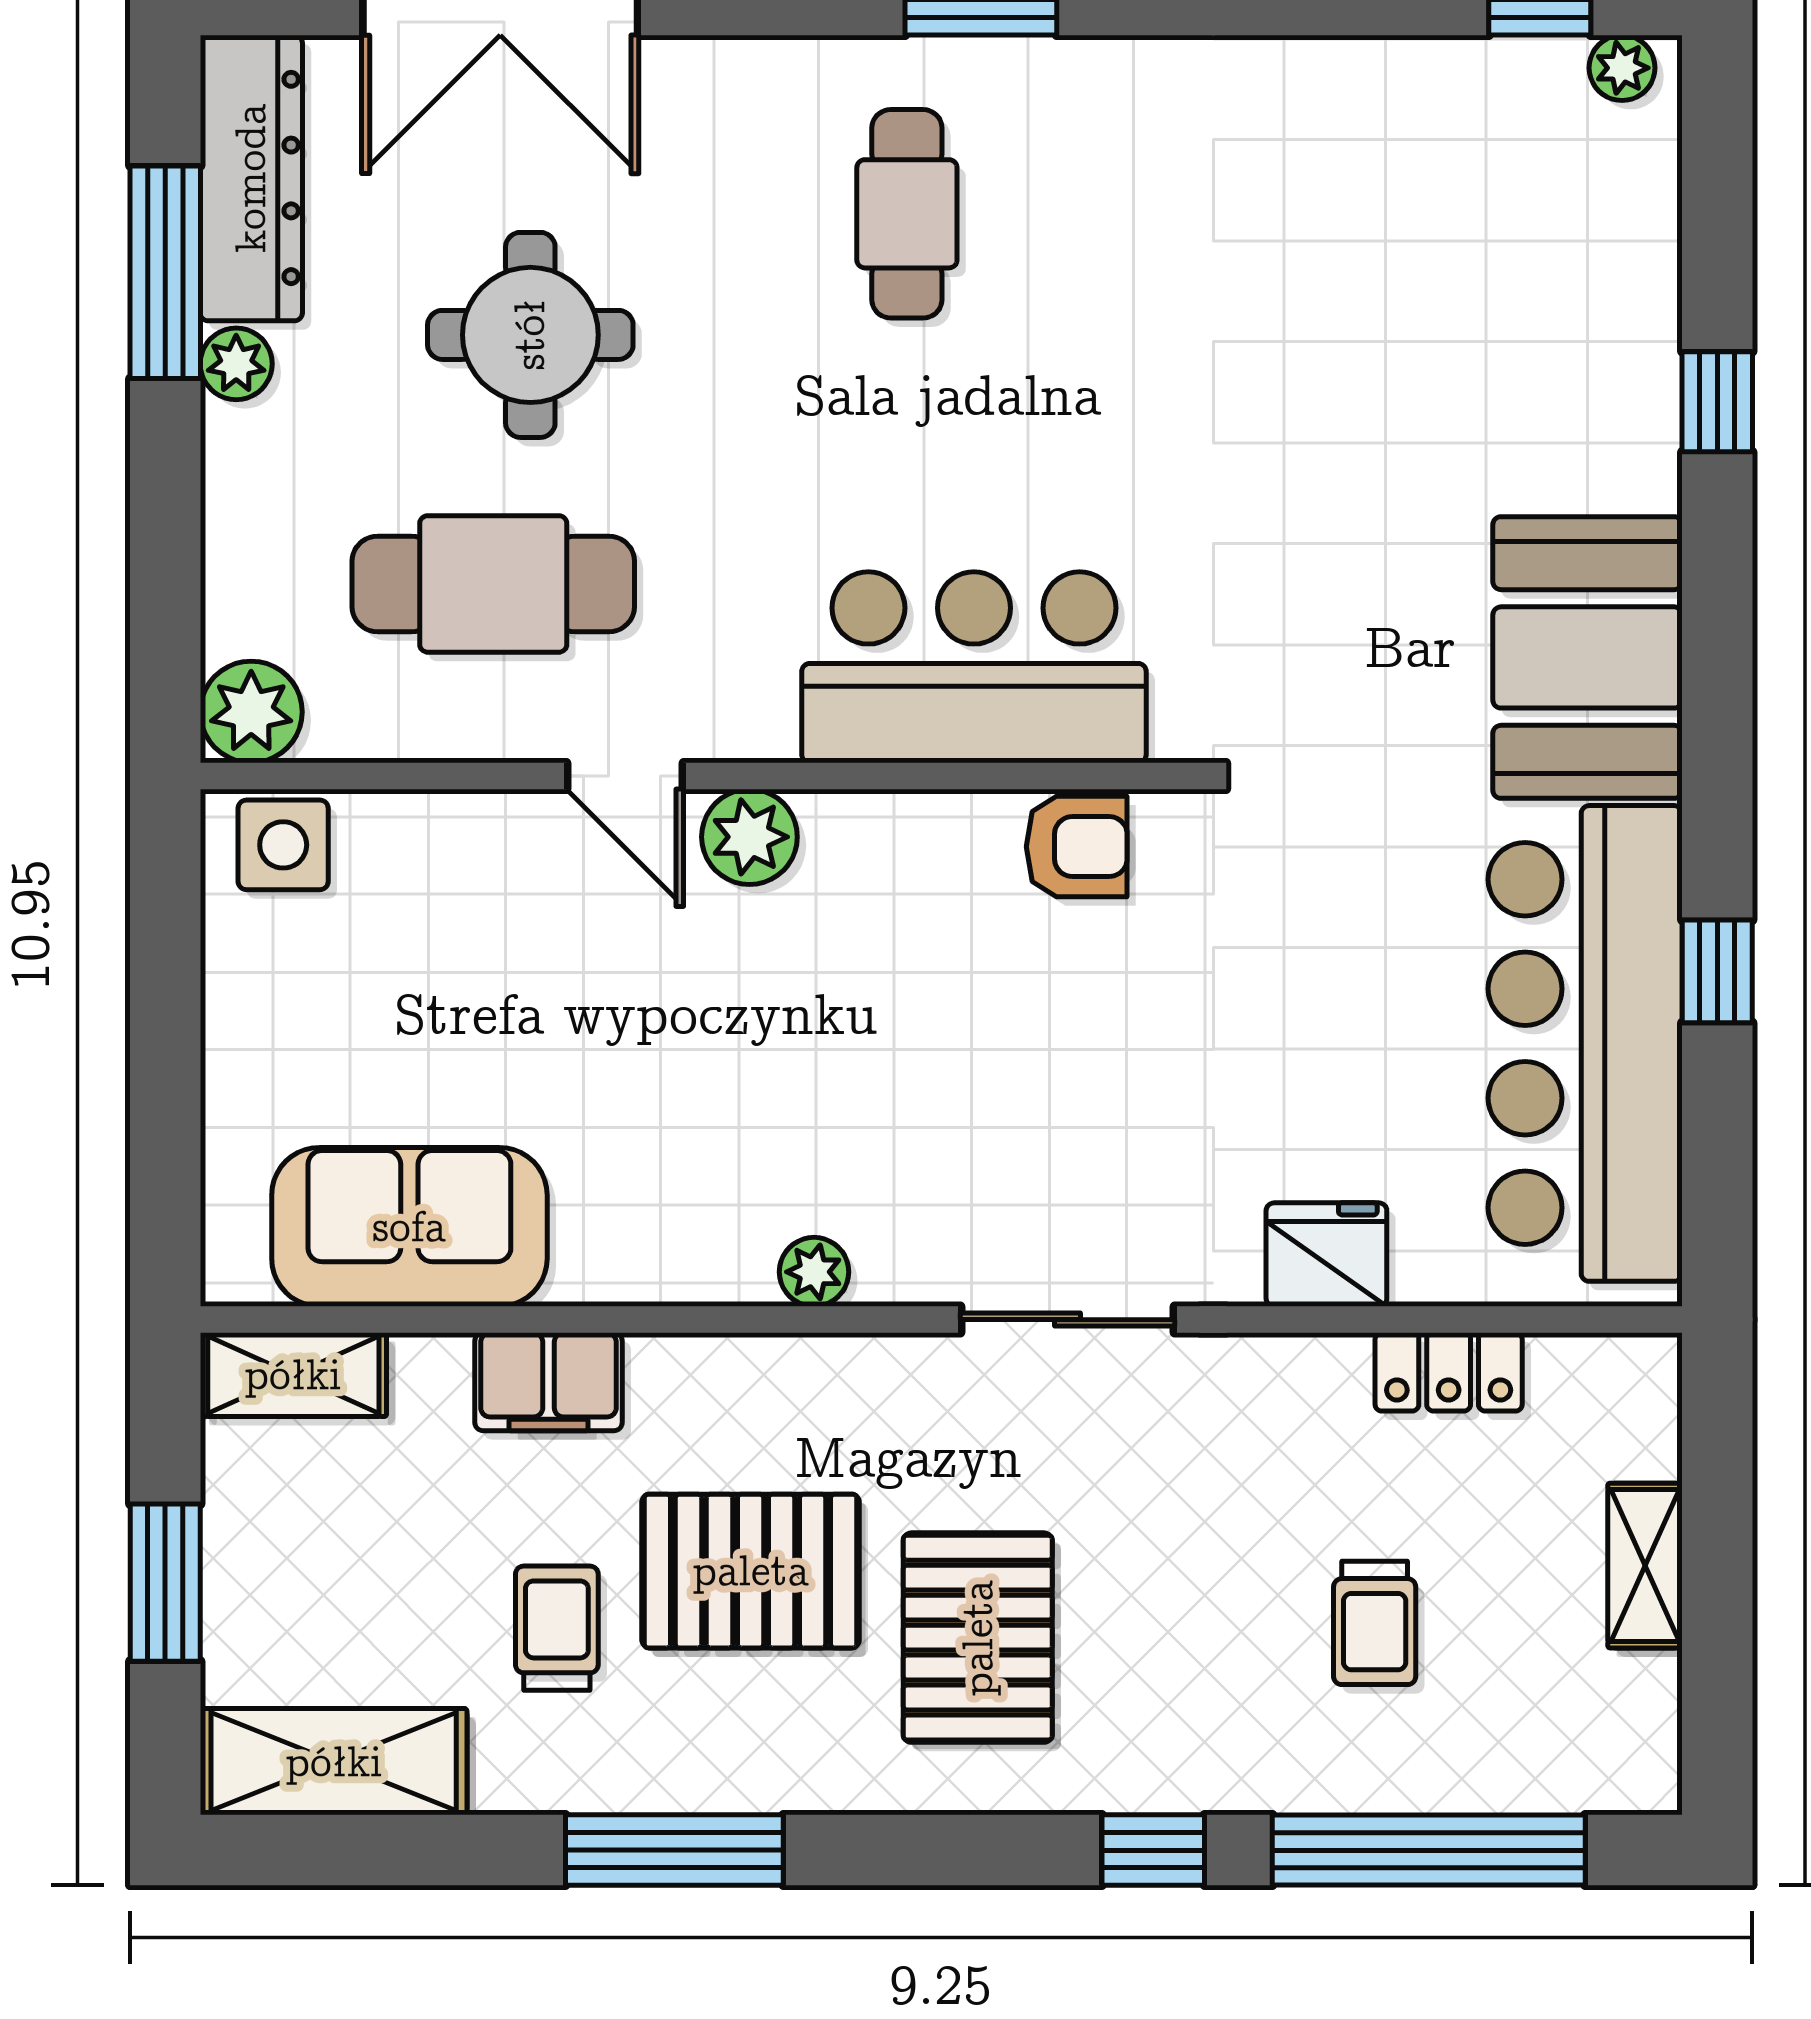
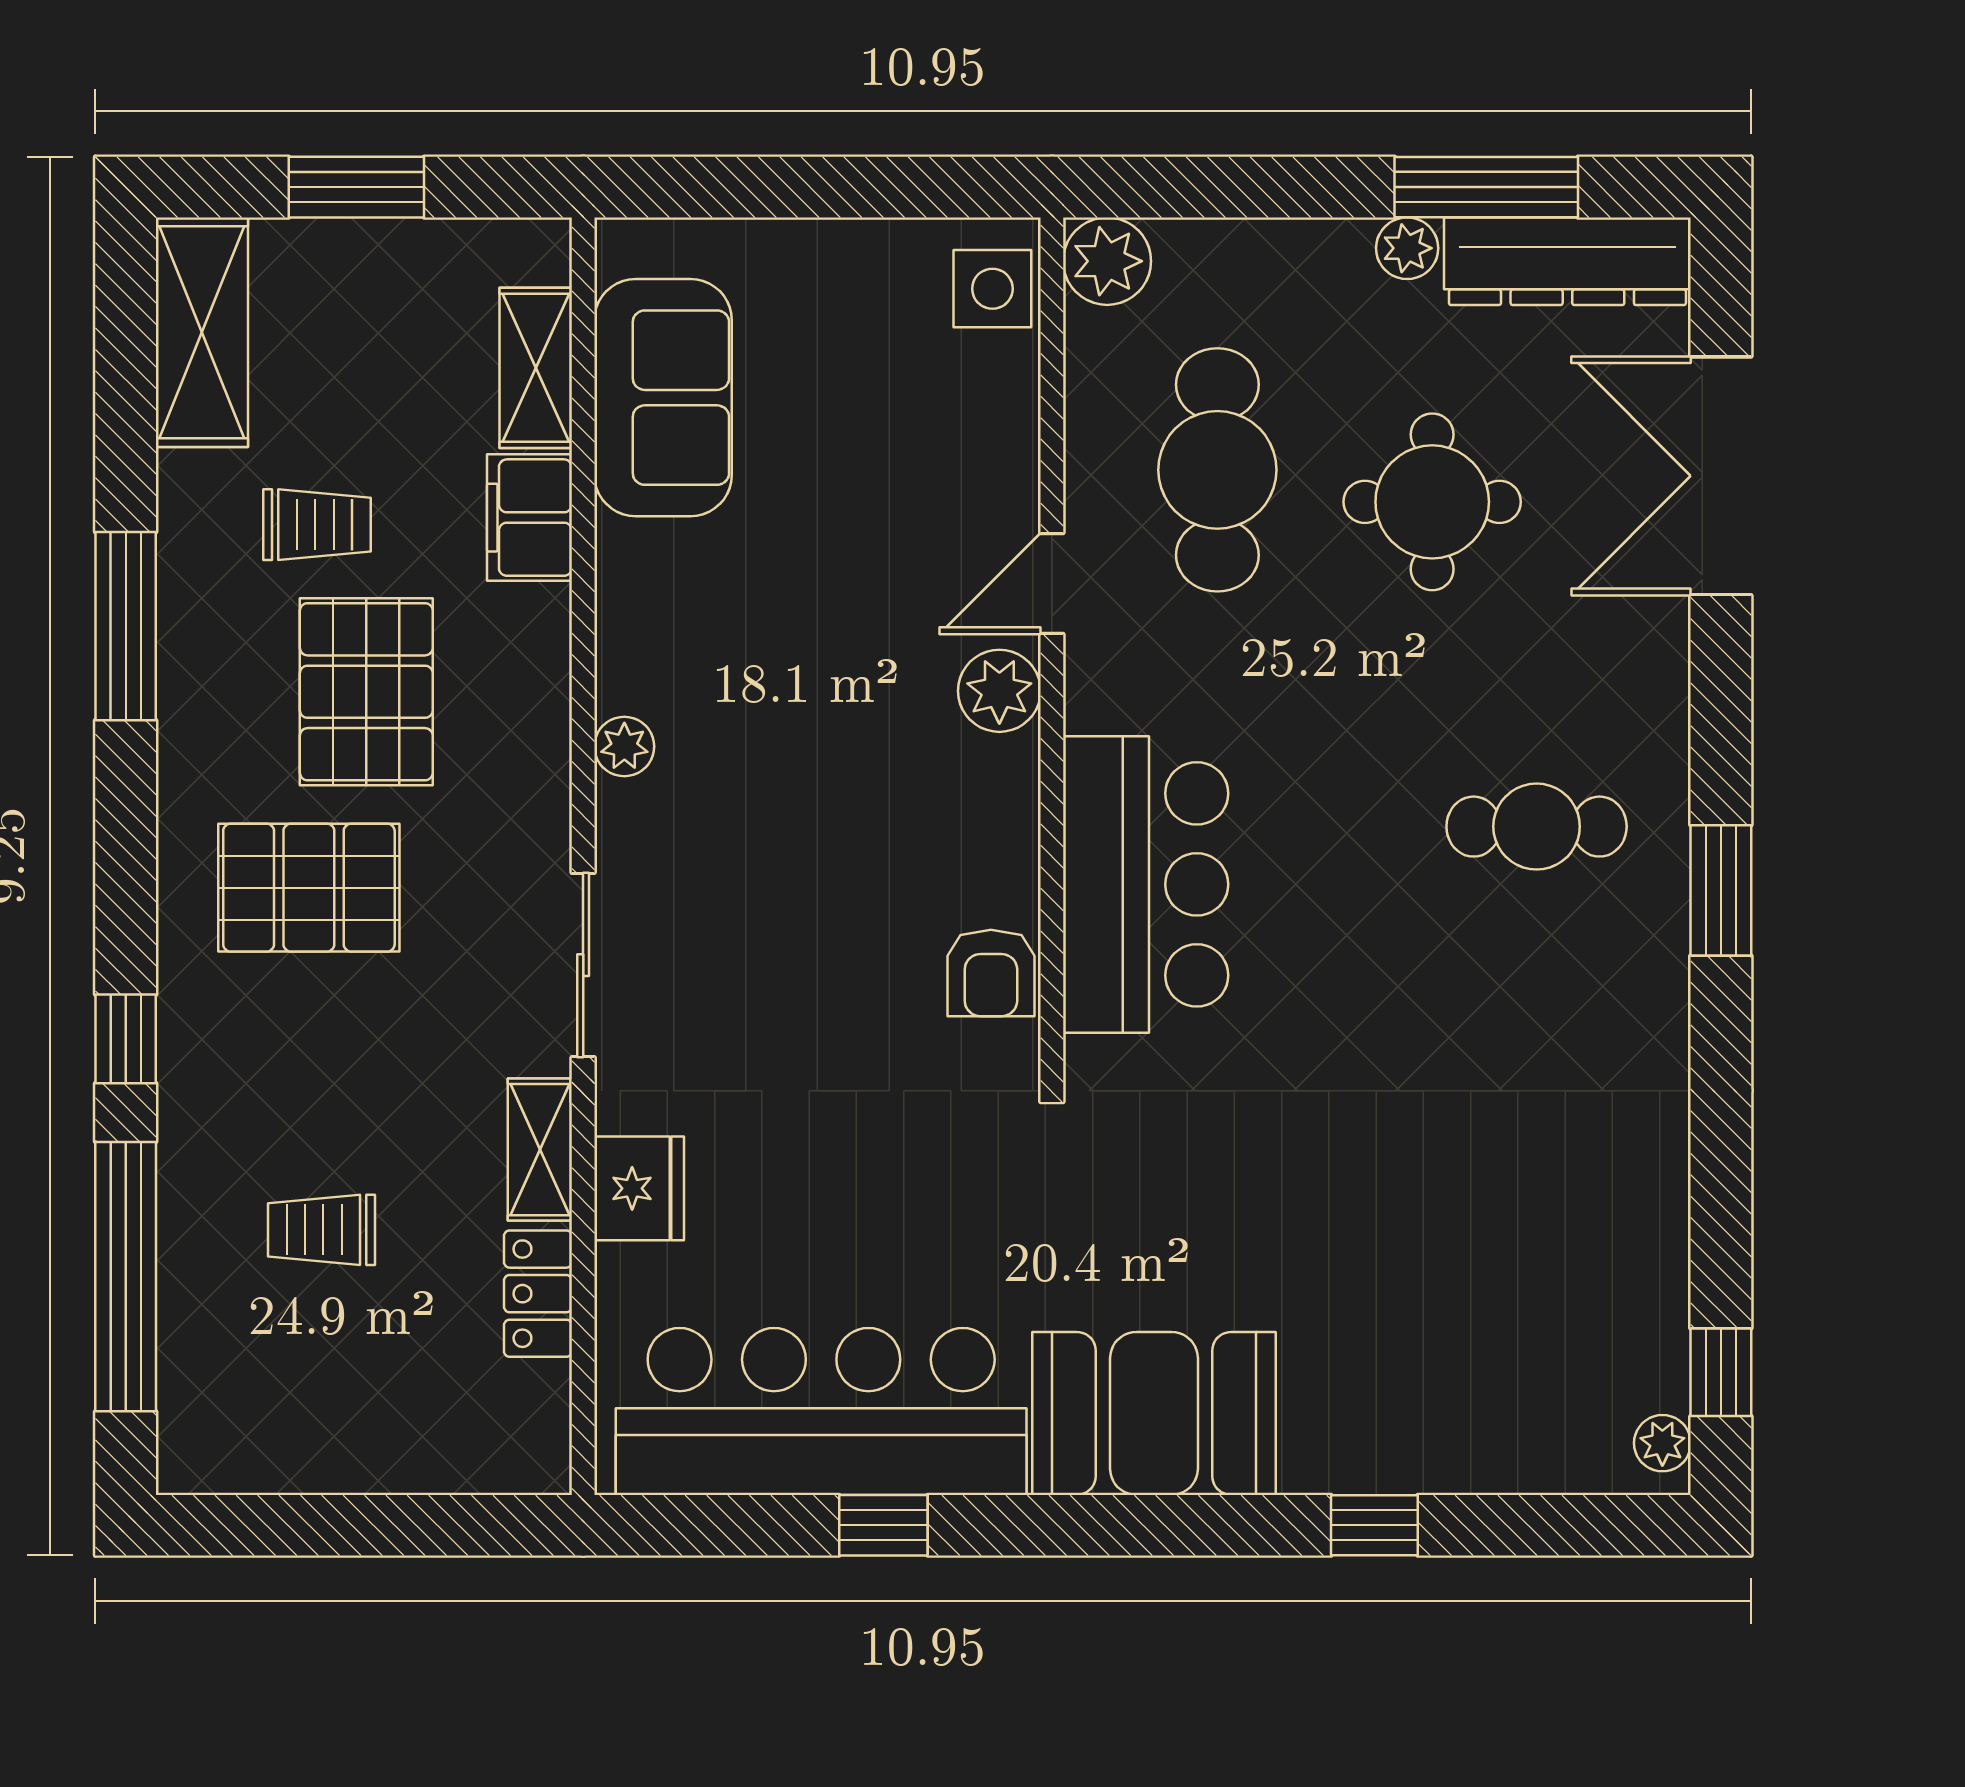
shelving: (293, 1375) -> (536, 368), moved
shelving: (1645, 1566) -> (540, 1150), moved, turned 90

